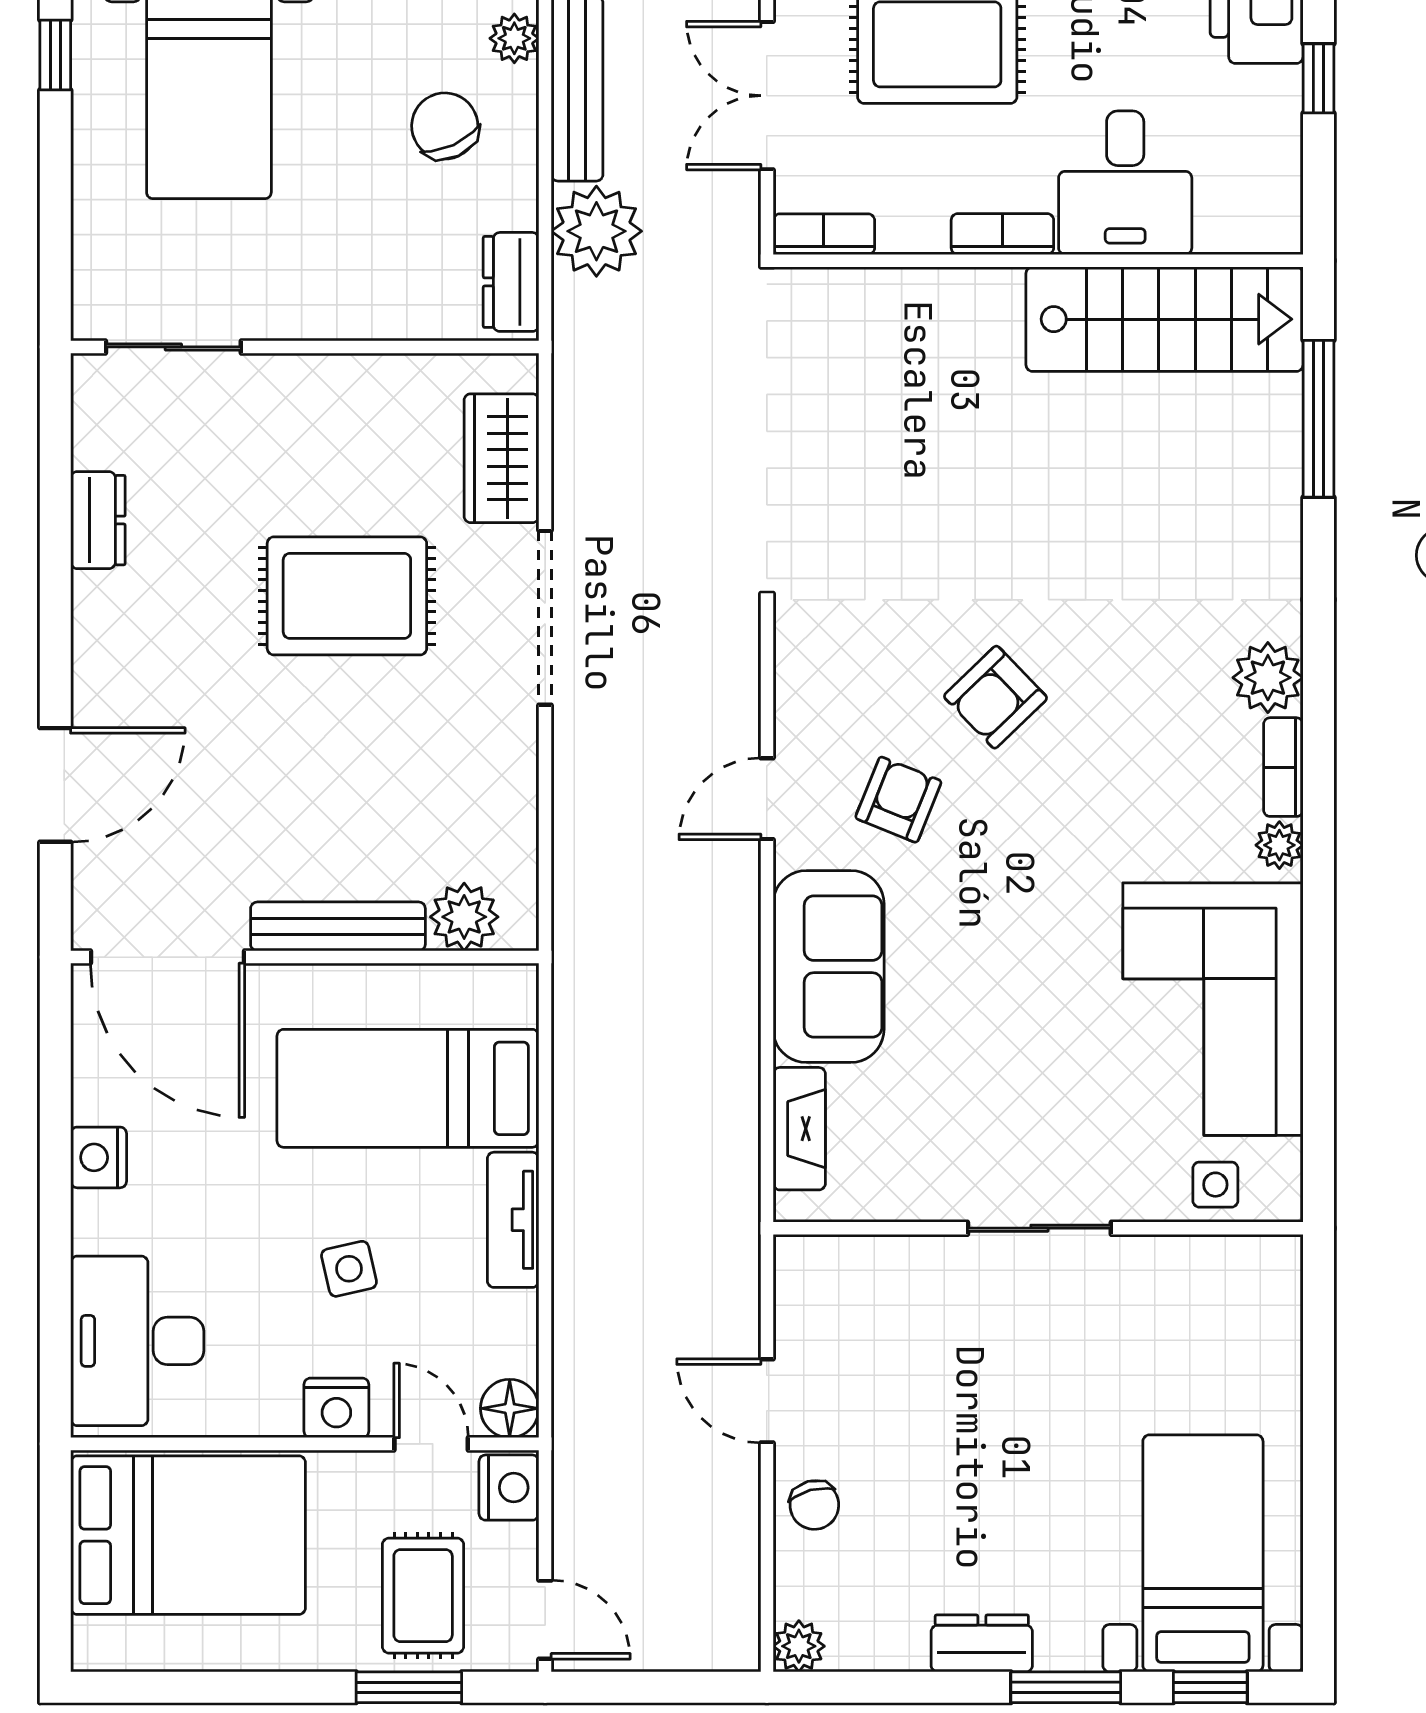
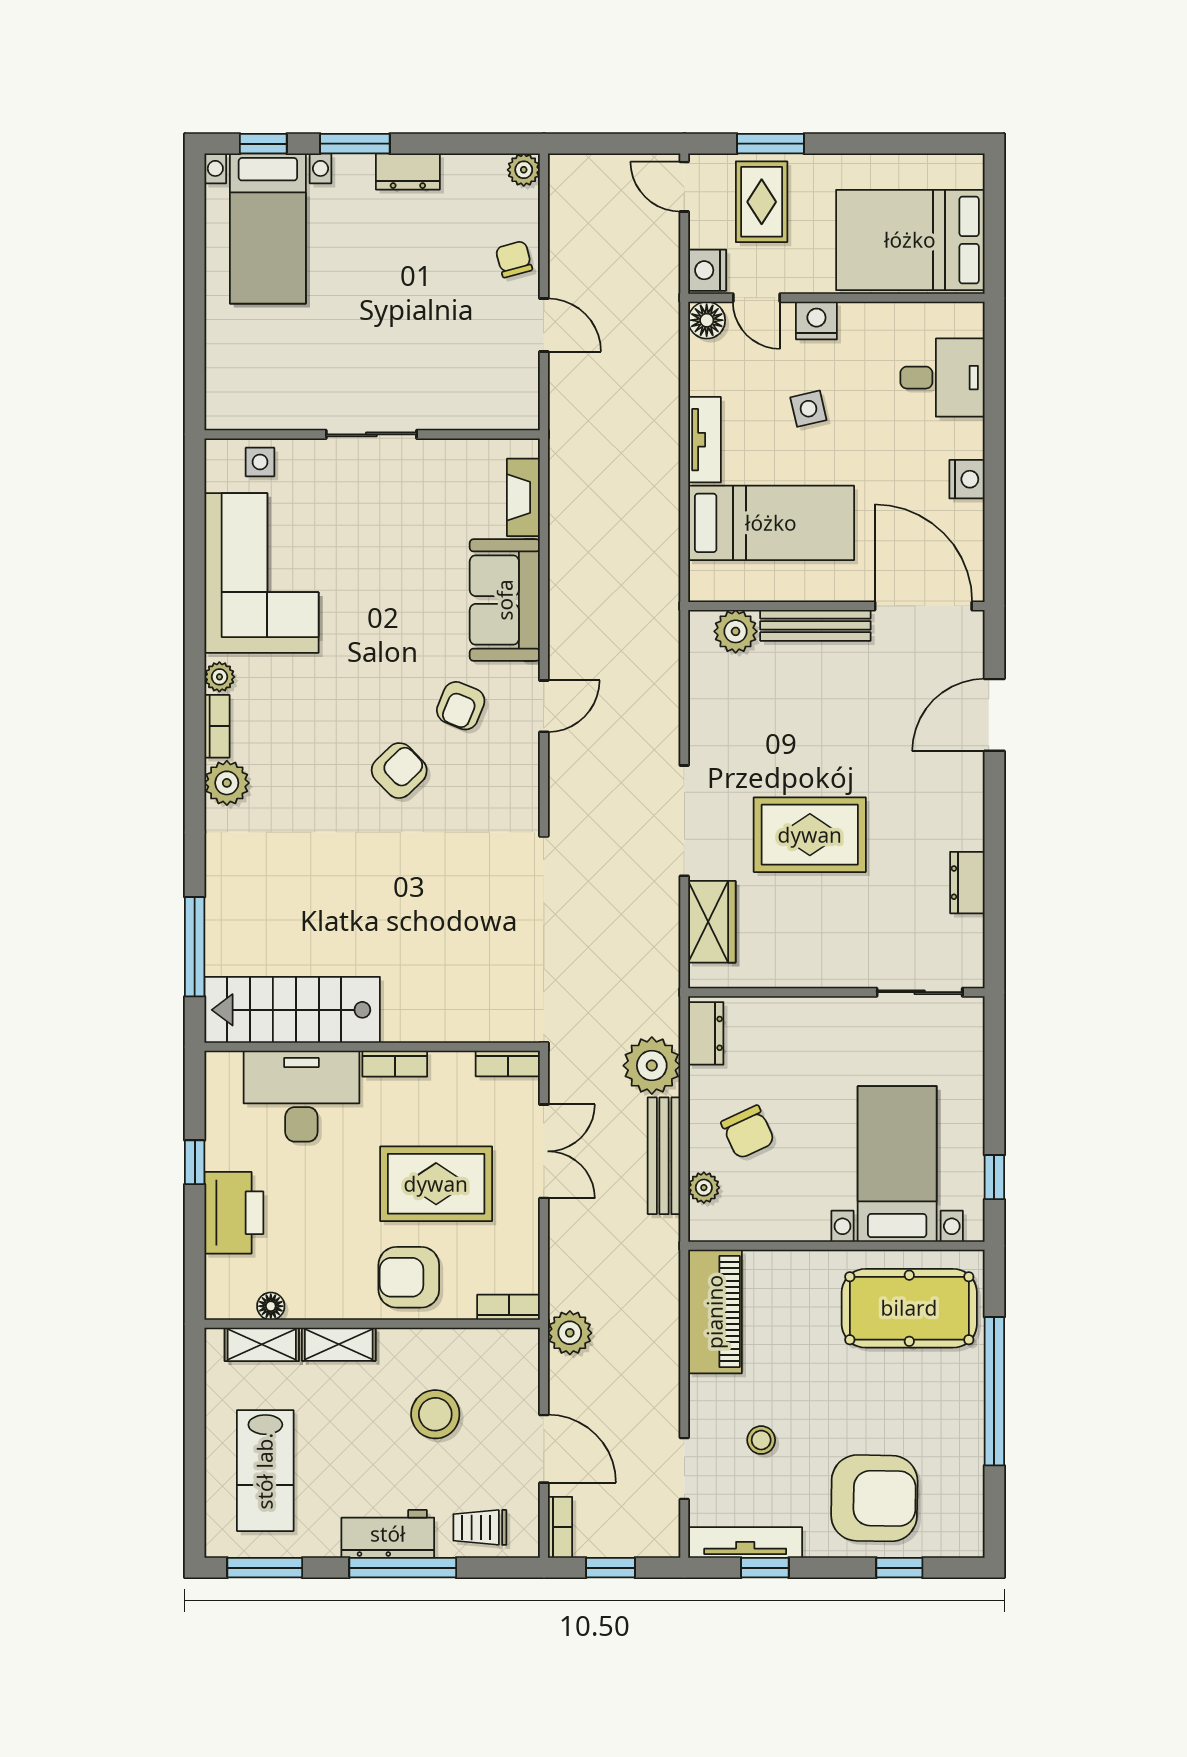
desk: (1125, 183) -> (301, 1096), width x1.37
desk: (137, 1341) -> (943, 378), width x0.73

